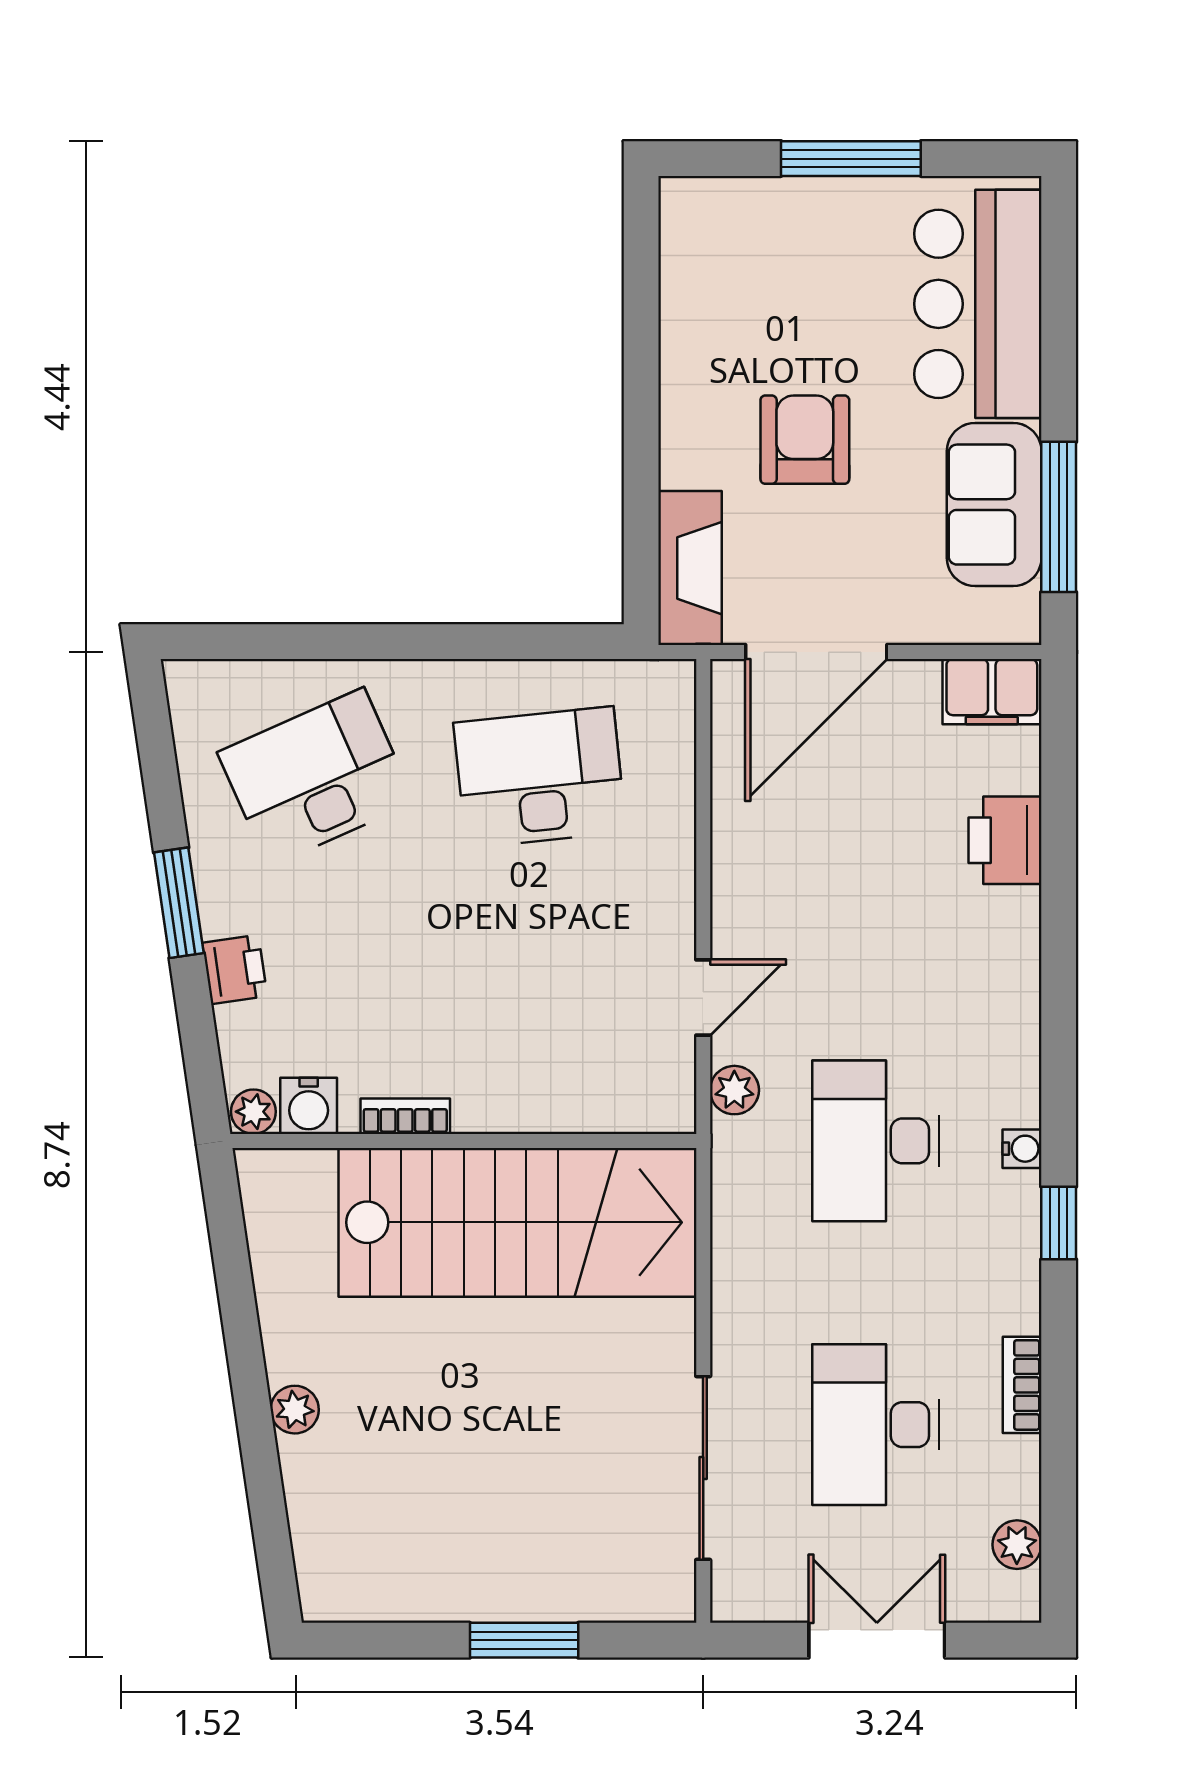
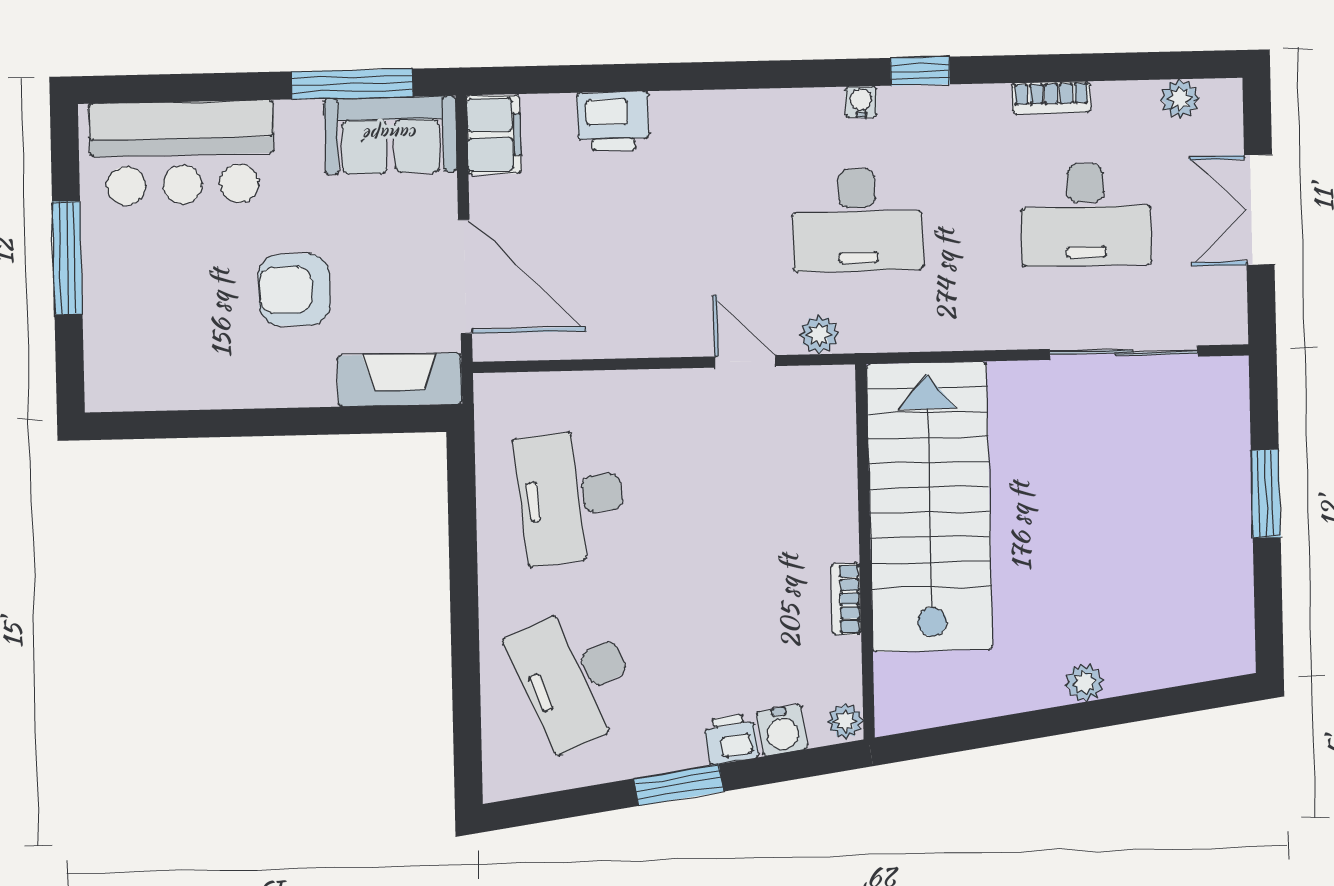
sofa: (994, 505) -> (391, 135), moved
water cooler: (309, 1106) -> (782, 730), moved, turned 82

